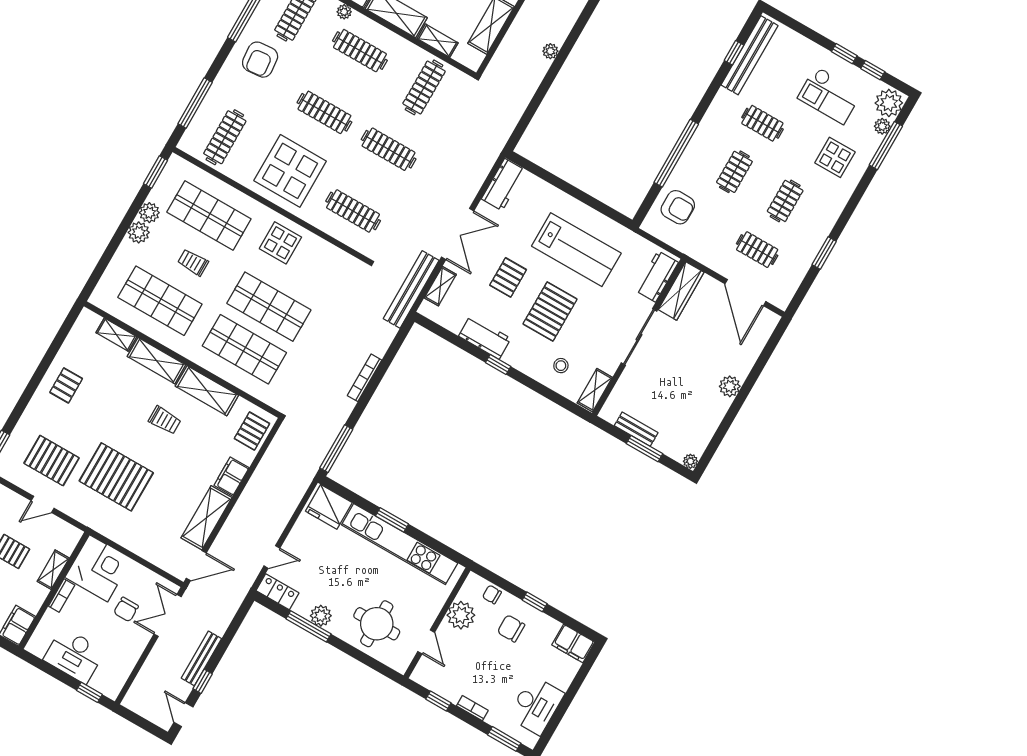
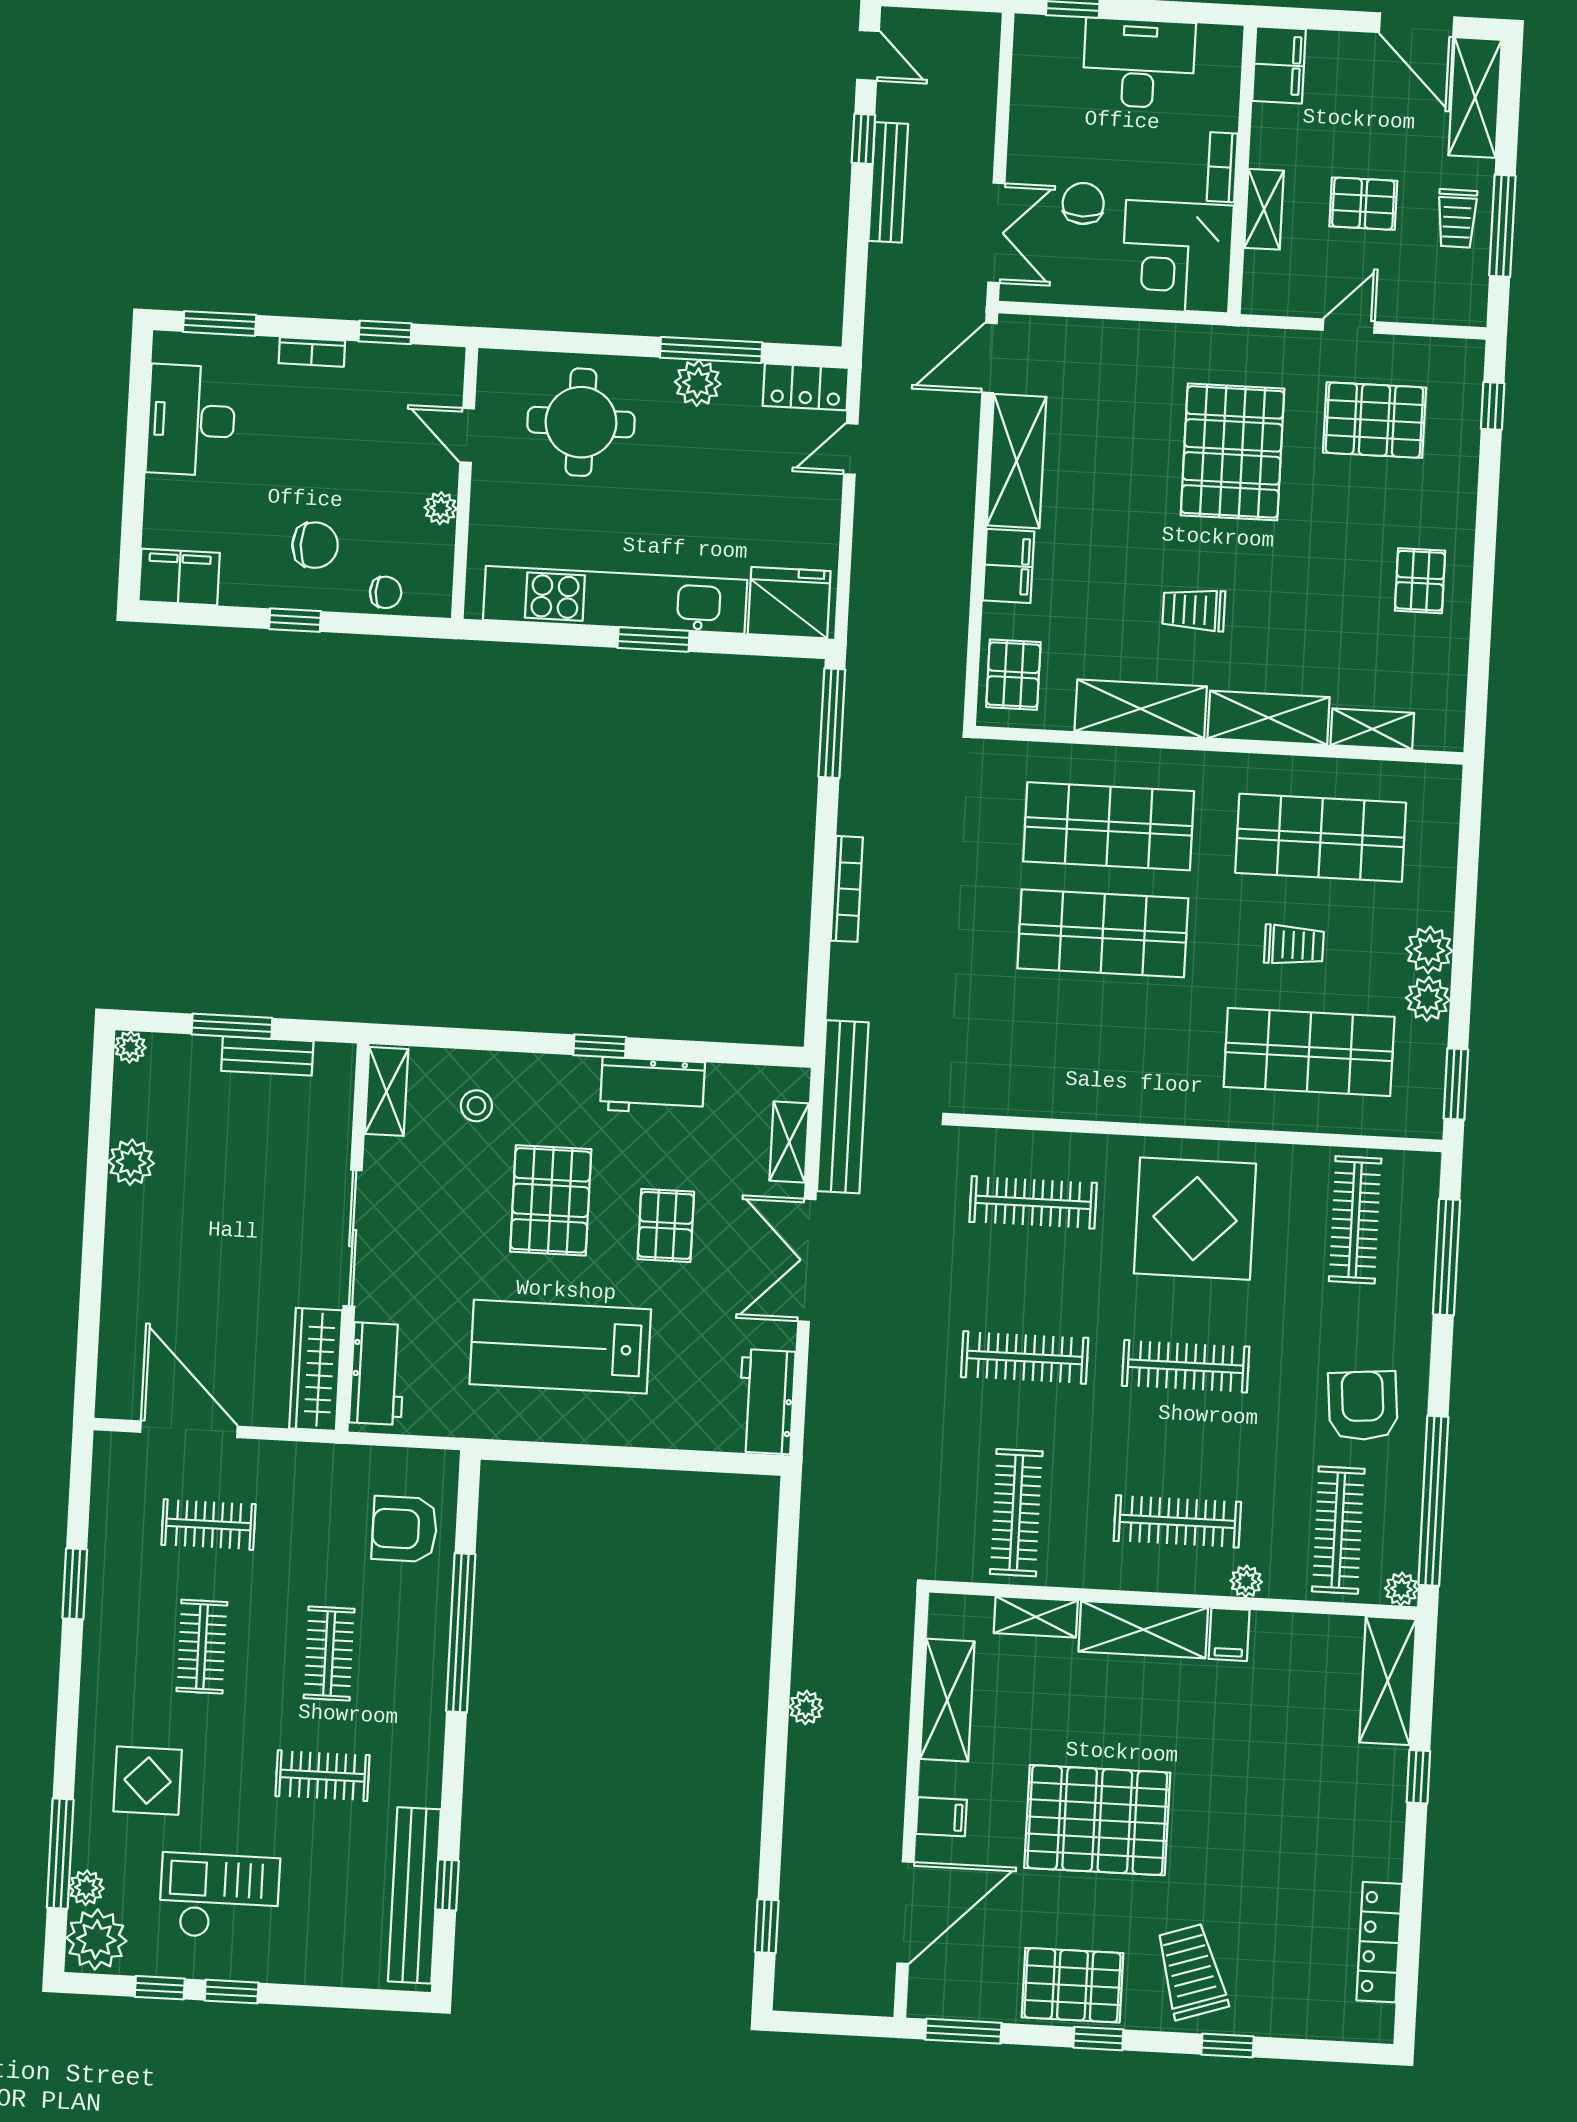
display table: (280, 243) -> (1143, 1069), removed
plant: (730, 386) -> (131, 1162), moved
pallet: (116, 477) -> (1233, 452), turned 90
plant: (461, 615) -> (441, 508), width x0.53, depth x0.53

